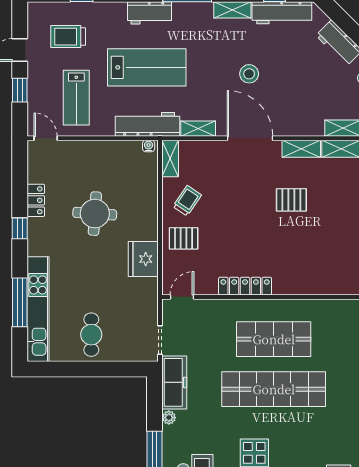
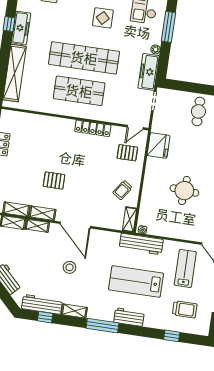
shelving: (198, 129) -> (37, 226), moved
pallet: (184, 238) -> (127, 153), moved
fridge: (143, 259) -> (158, 145), moved

